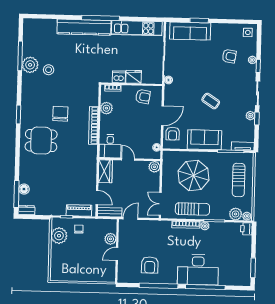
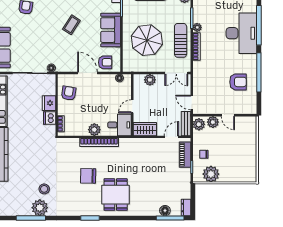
plant: (106, 108) -> (94, 130), moved
plant: (154, 167) -> (150, 80), moved
plant: (109, 225) -> (199, 124), added

